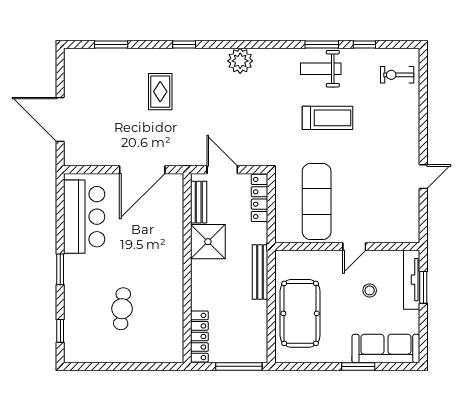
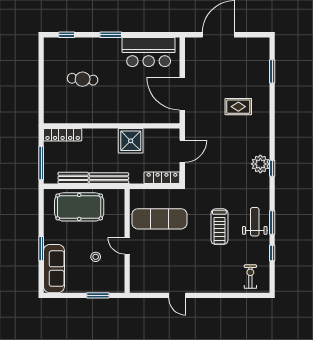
window: (184, 44) -> (272, 168), moved
bench: (199, 202) -> (73, 178), moved
tv unit: (412, 280) -> (103, 287), removed

